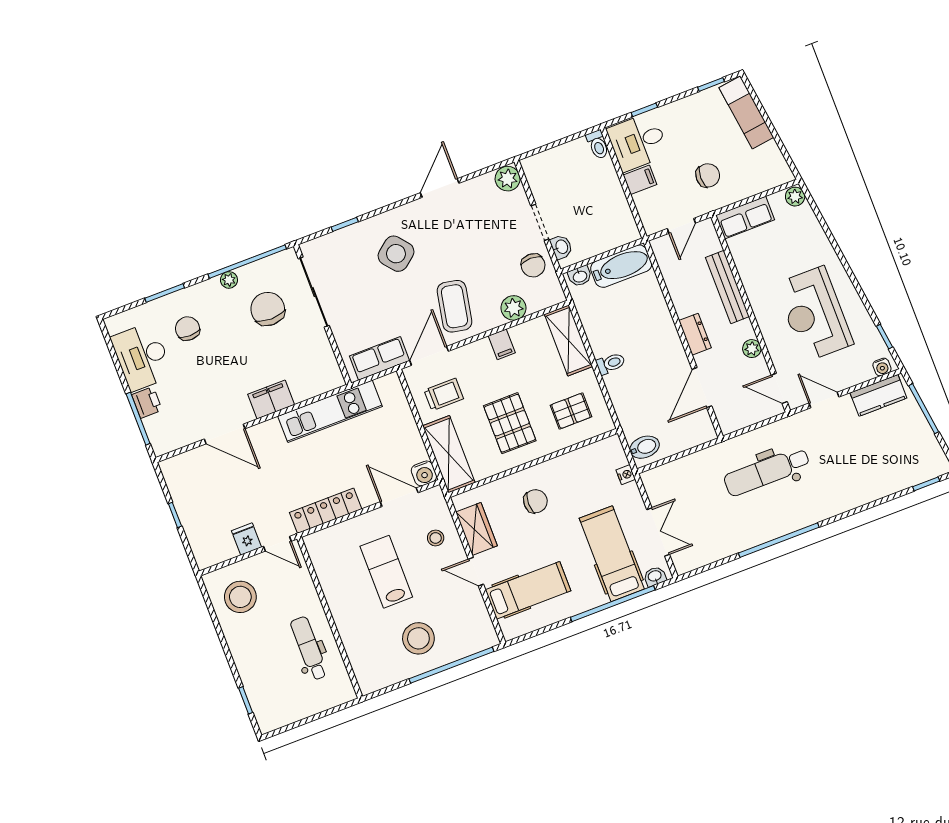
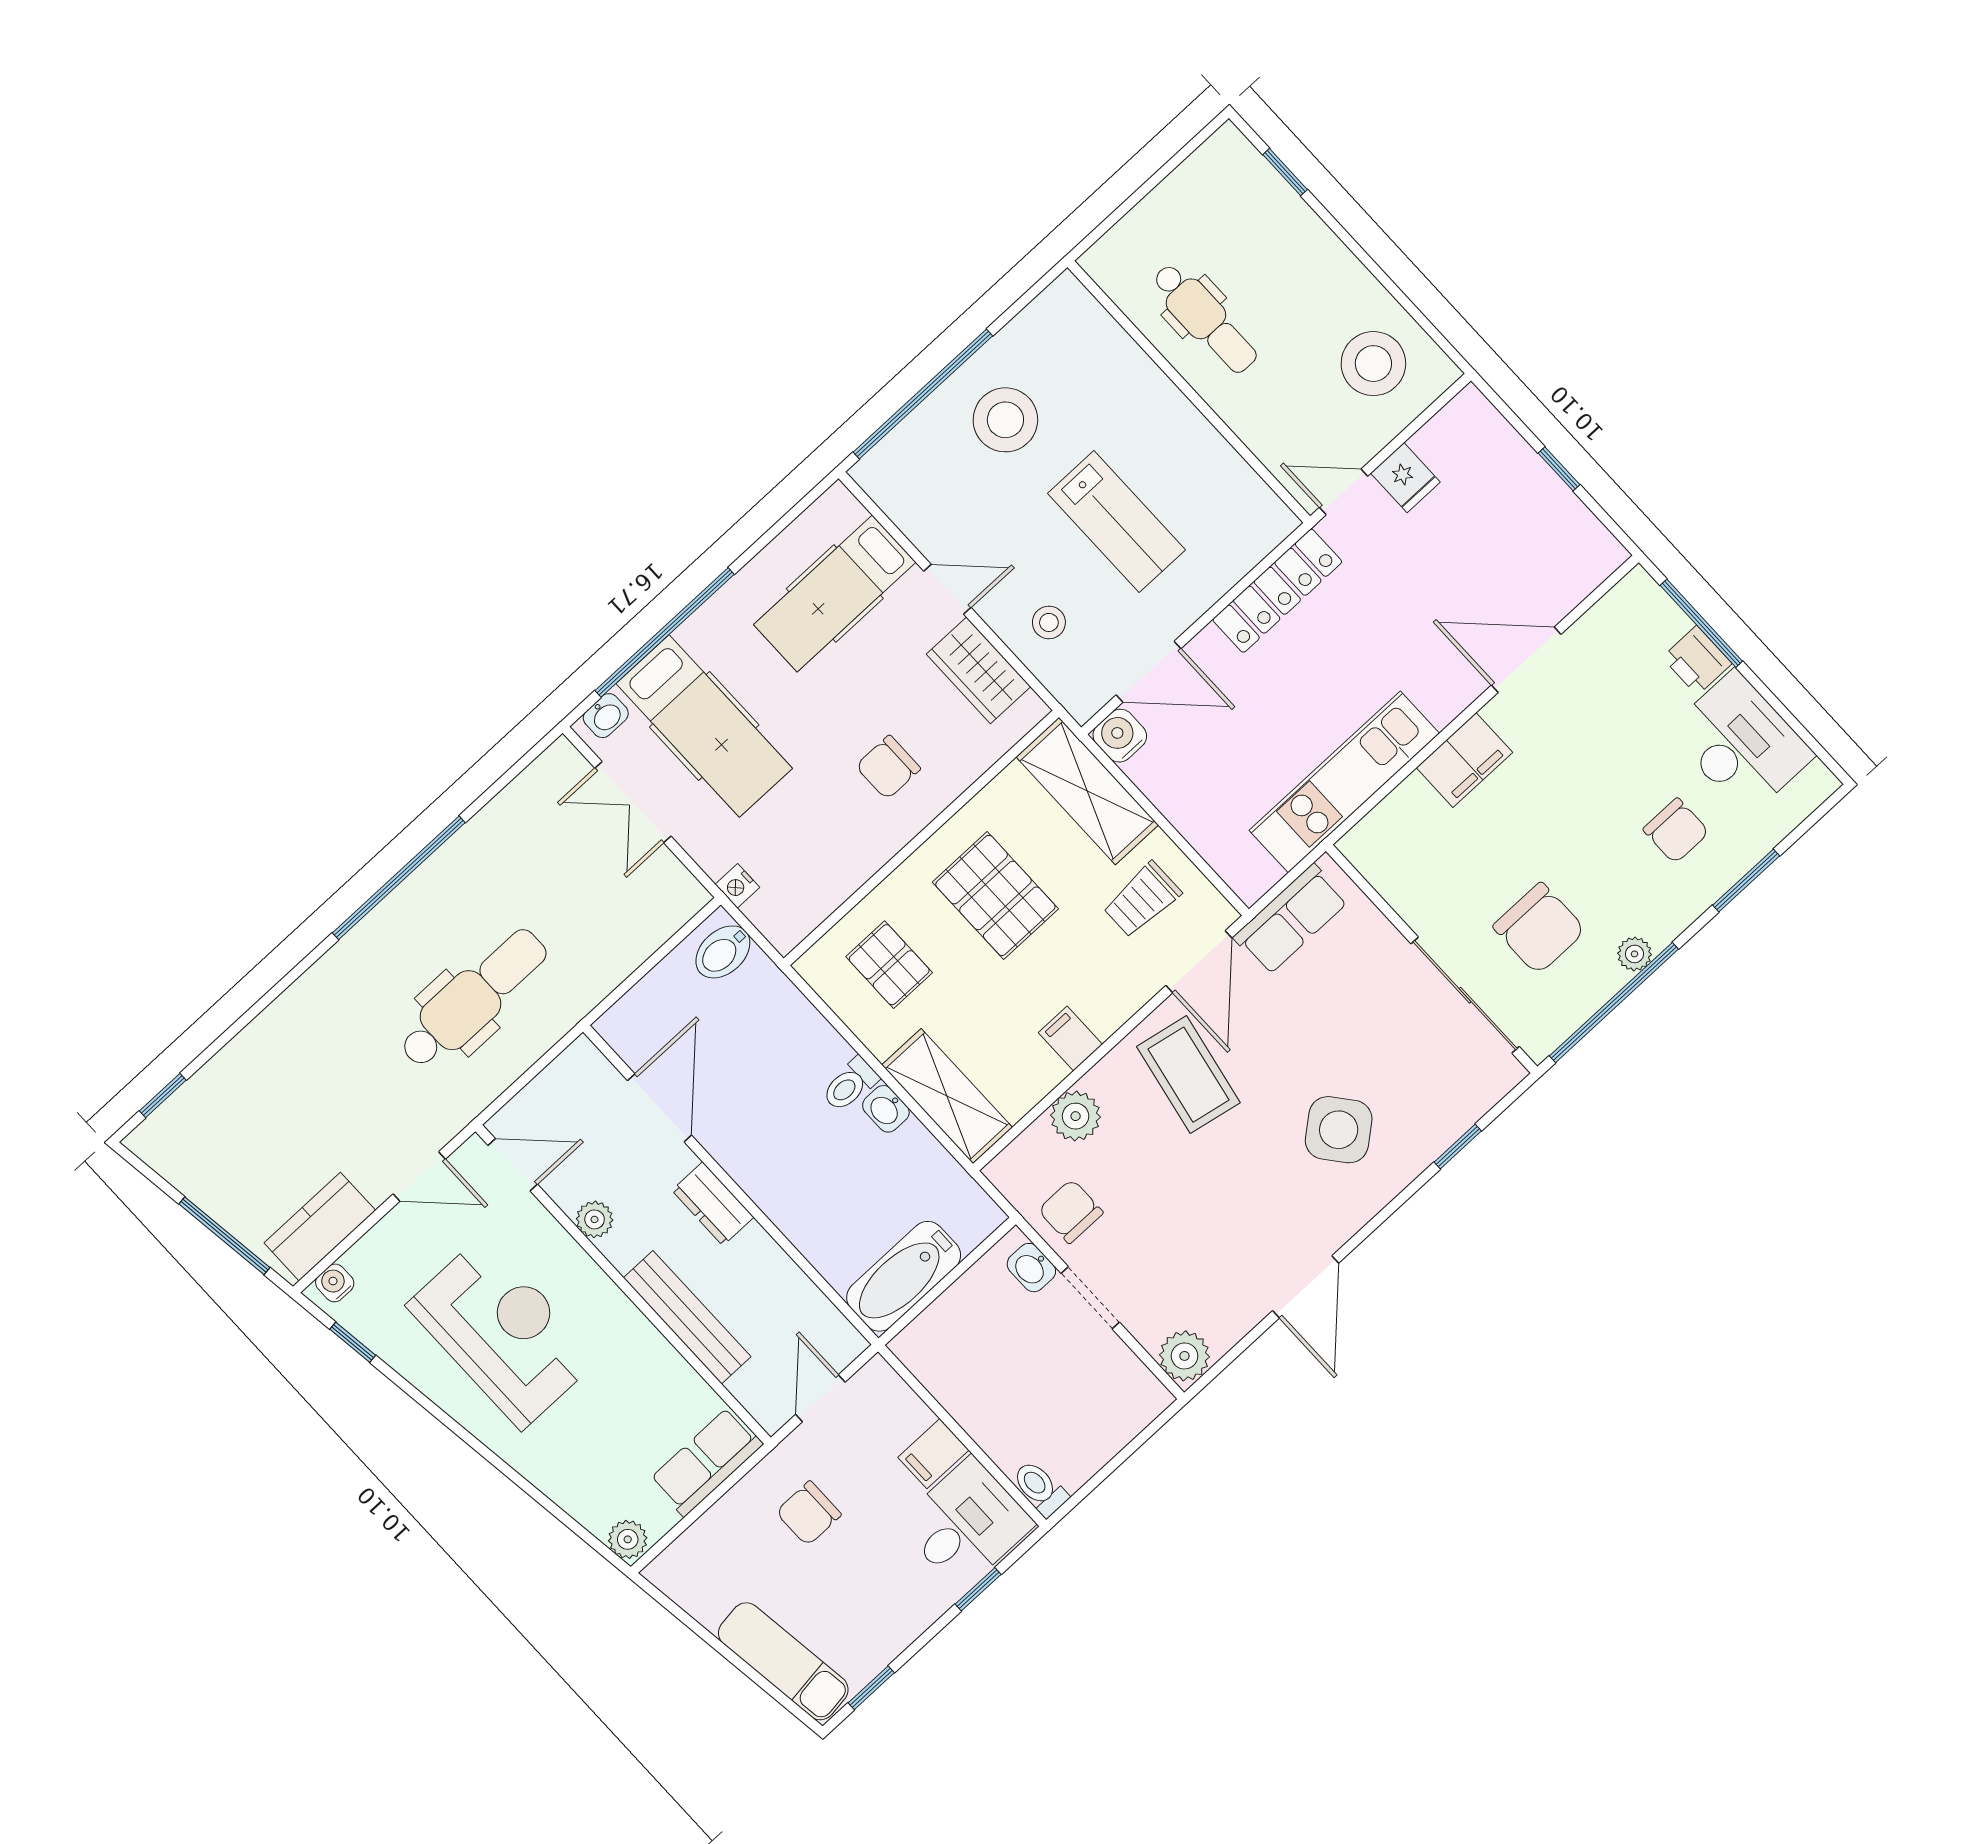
washbasin: (580, 276) -> (886, 1109), moved, turned -90
pallet: (571, 411) -> (889, 965), turned 90

